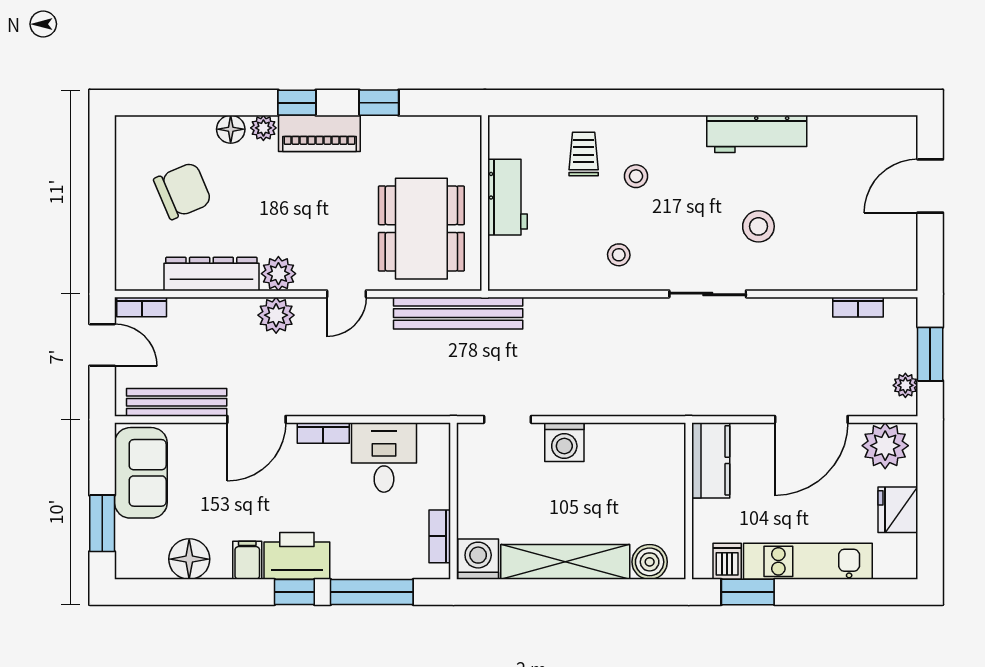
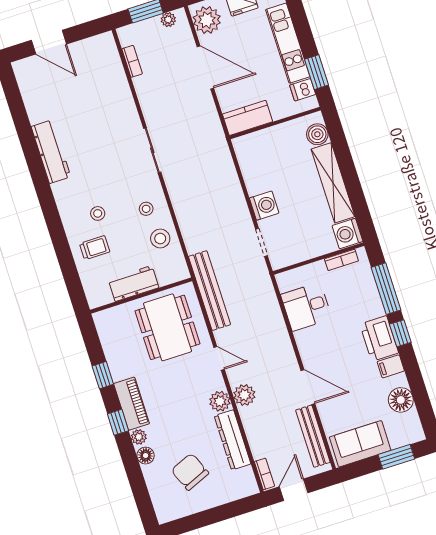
trolley: (584, 154) -> (95, 248), turned 180
stool: (758, 226) -> (160, 239), moved
dining table: (421, 229) -> (168, 327), turned 90
bookcase: (323, 433) -> (303, 346), removed

